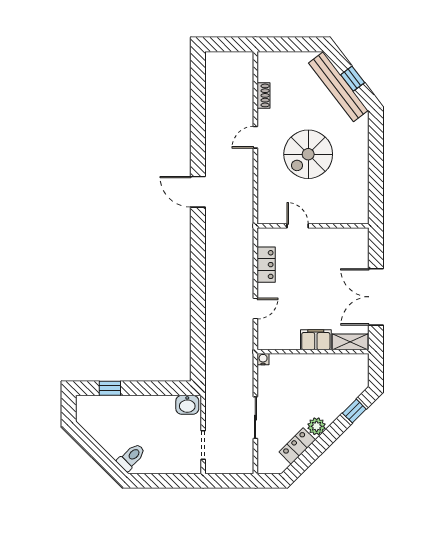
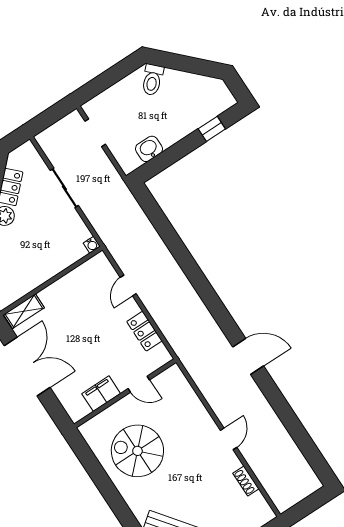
spiral stairs: (308, 154) -> (137, 451), moved, turned -90
filing cabinet: (316, 340) -> (101, 394), moved, turned 180
washbasin: (187, 405) -> (149, 149), moved

